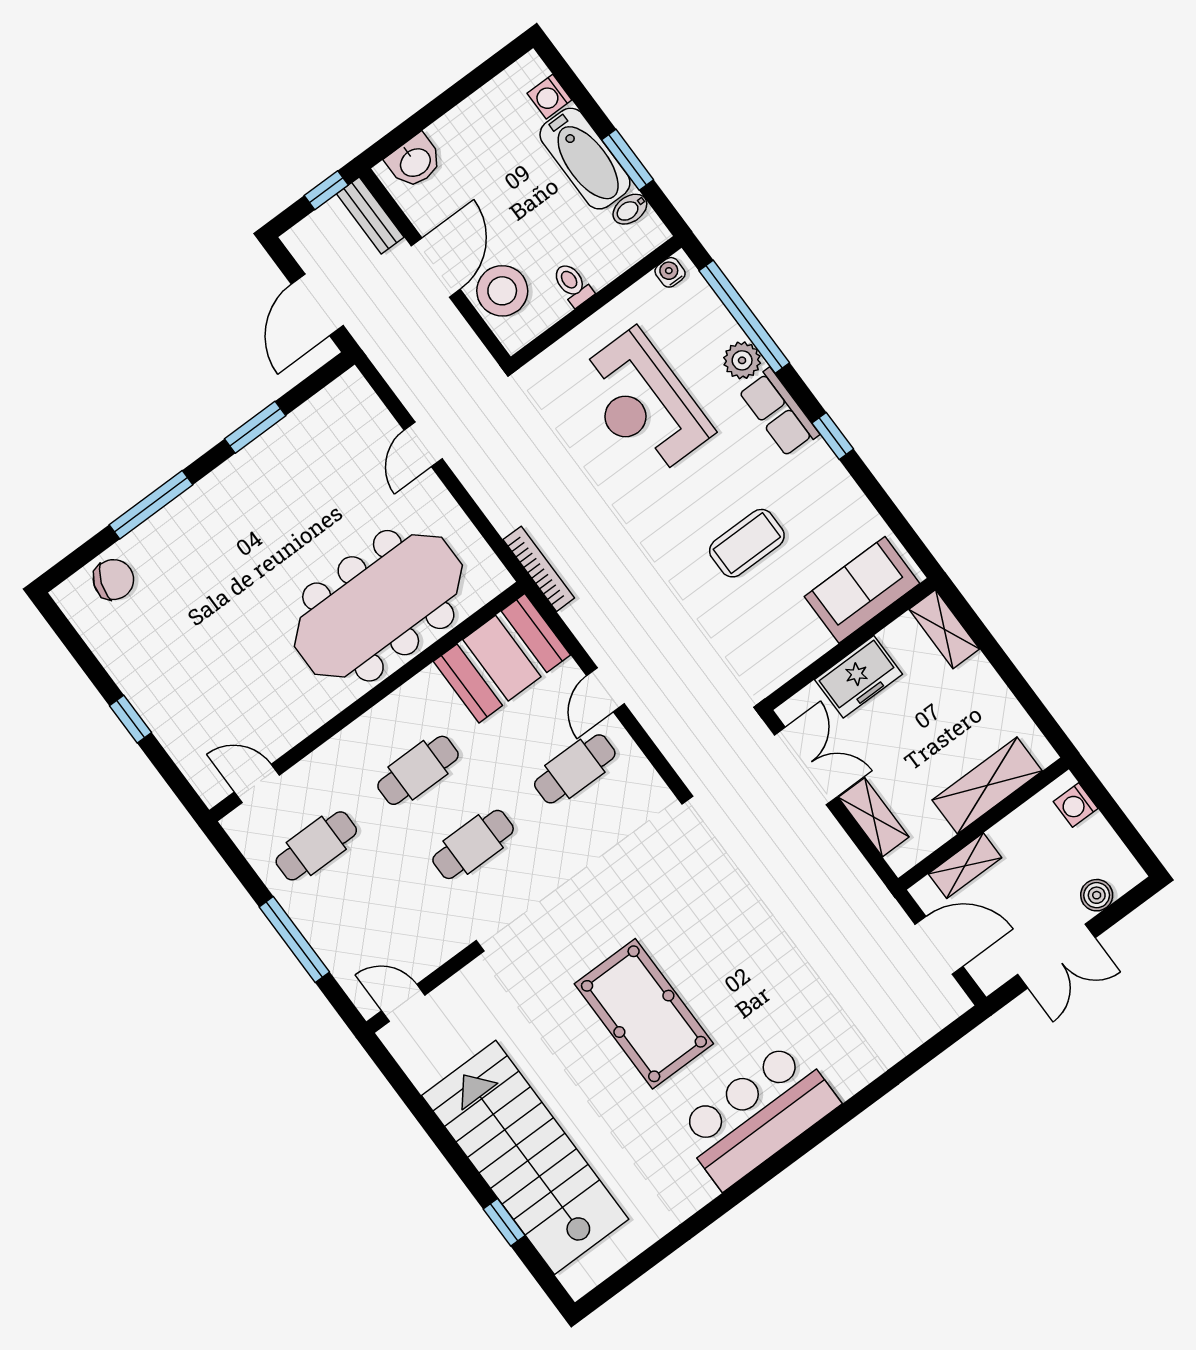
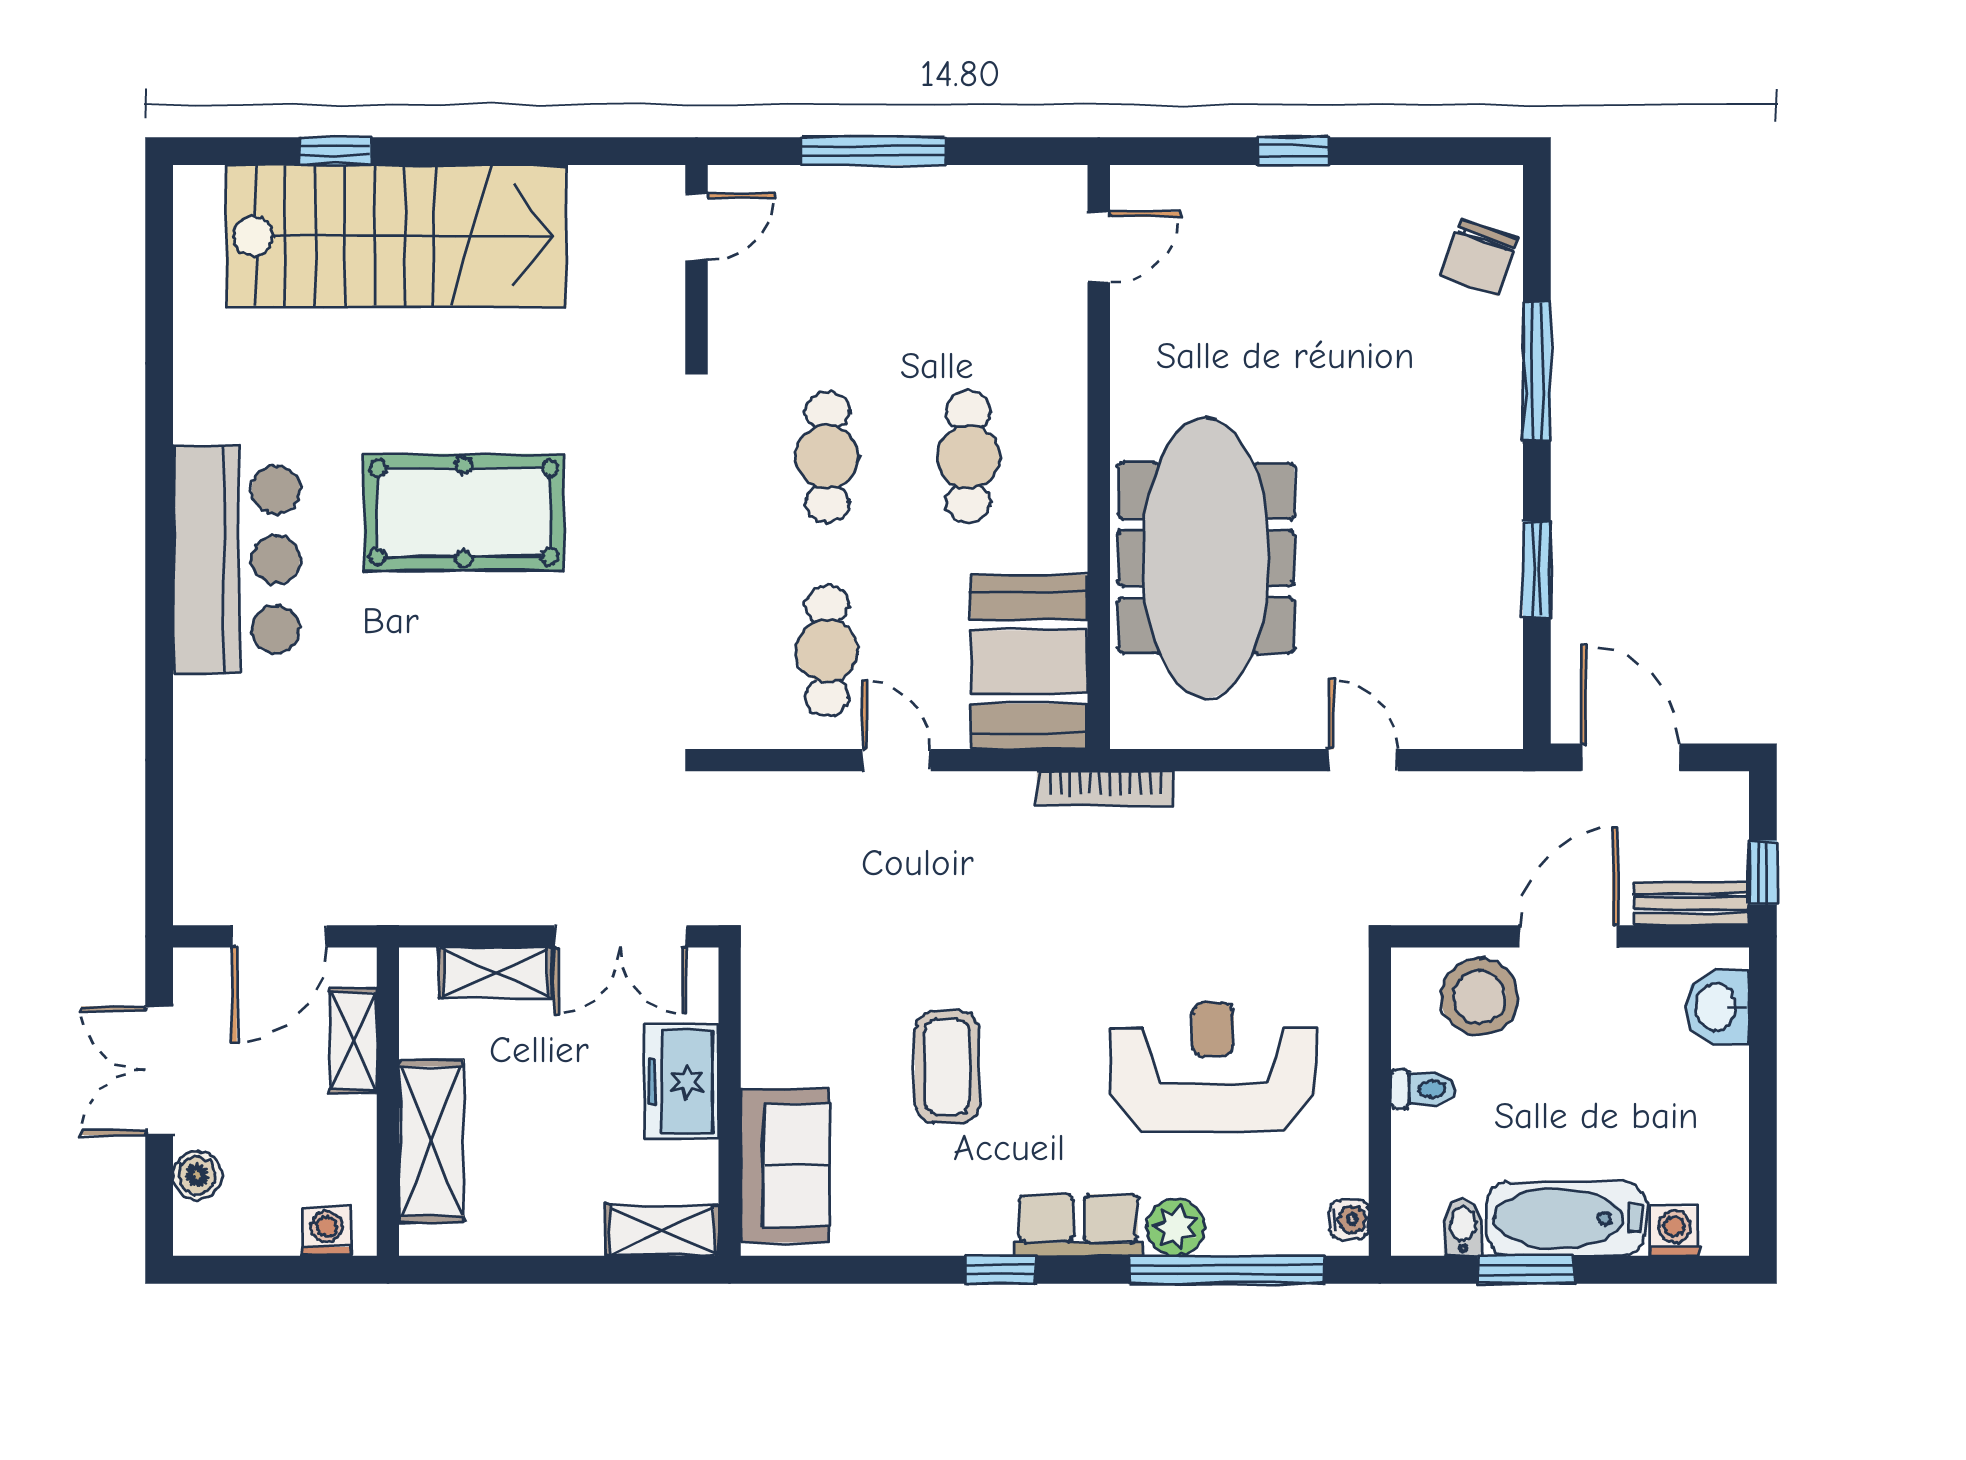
door: (436, 268) -> (1568, 936), swing flipped
cafe table: (316, 846) -> (968, 263), removed

